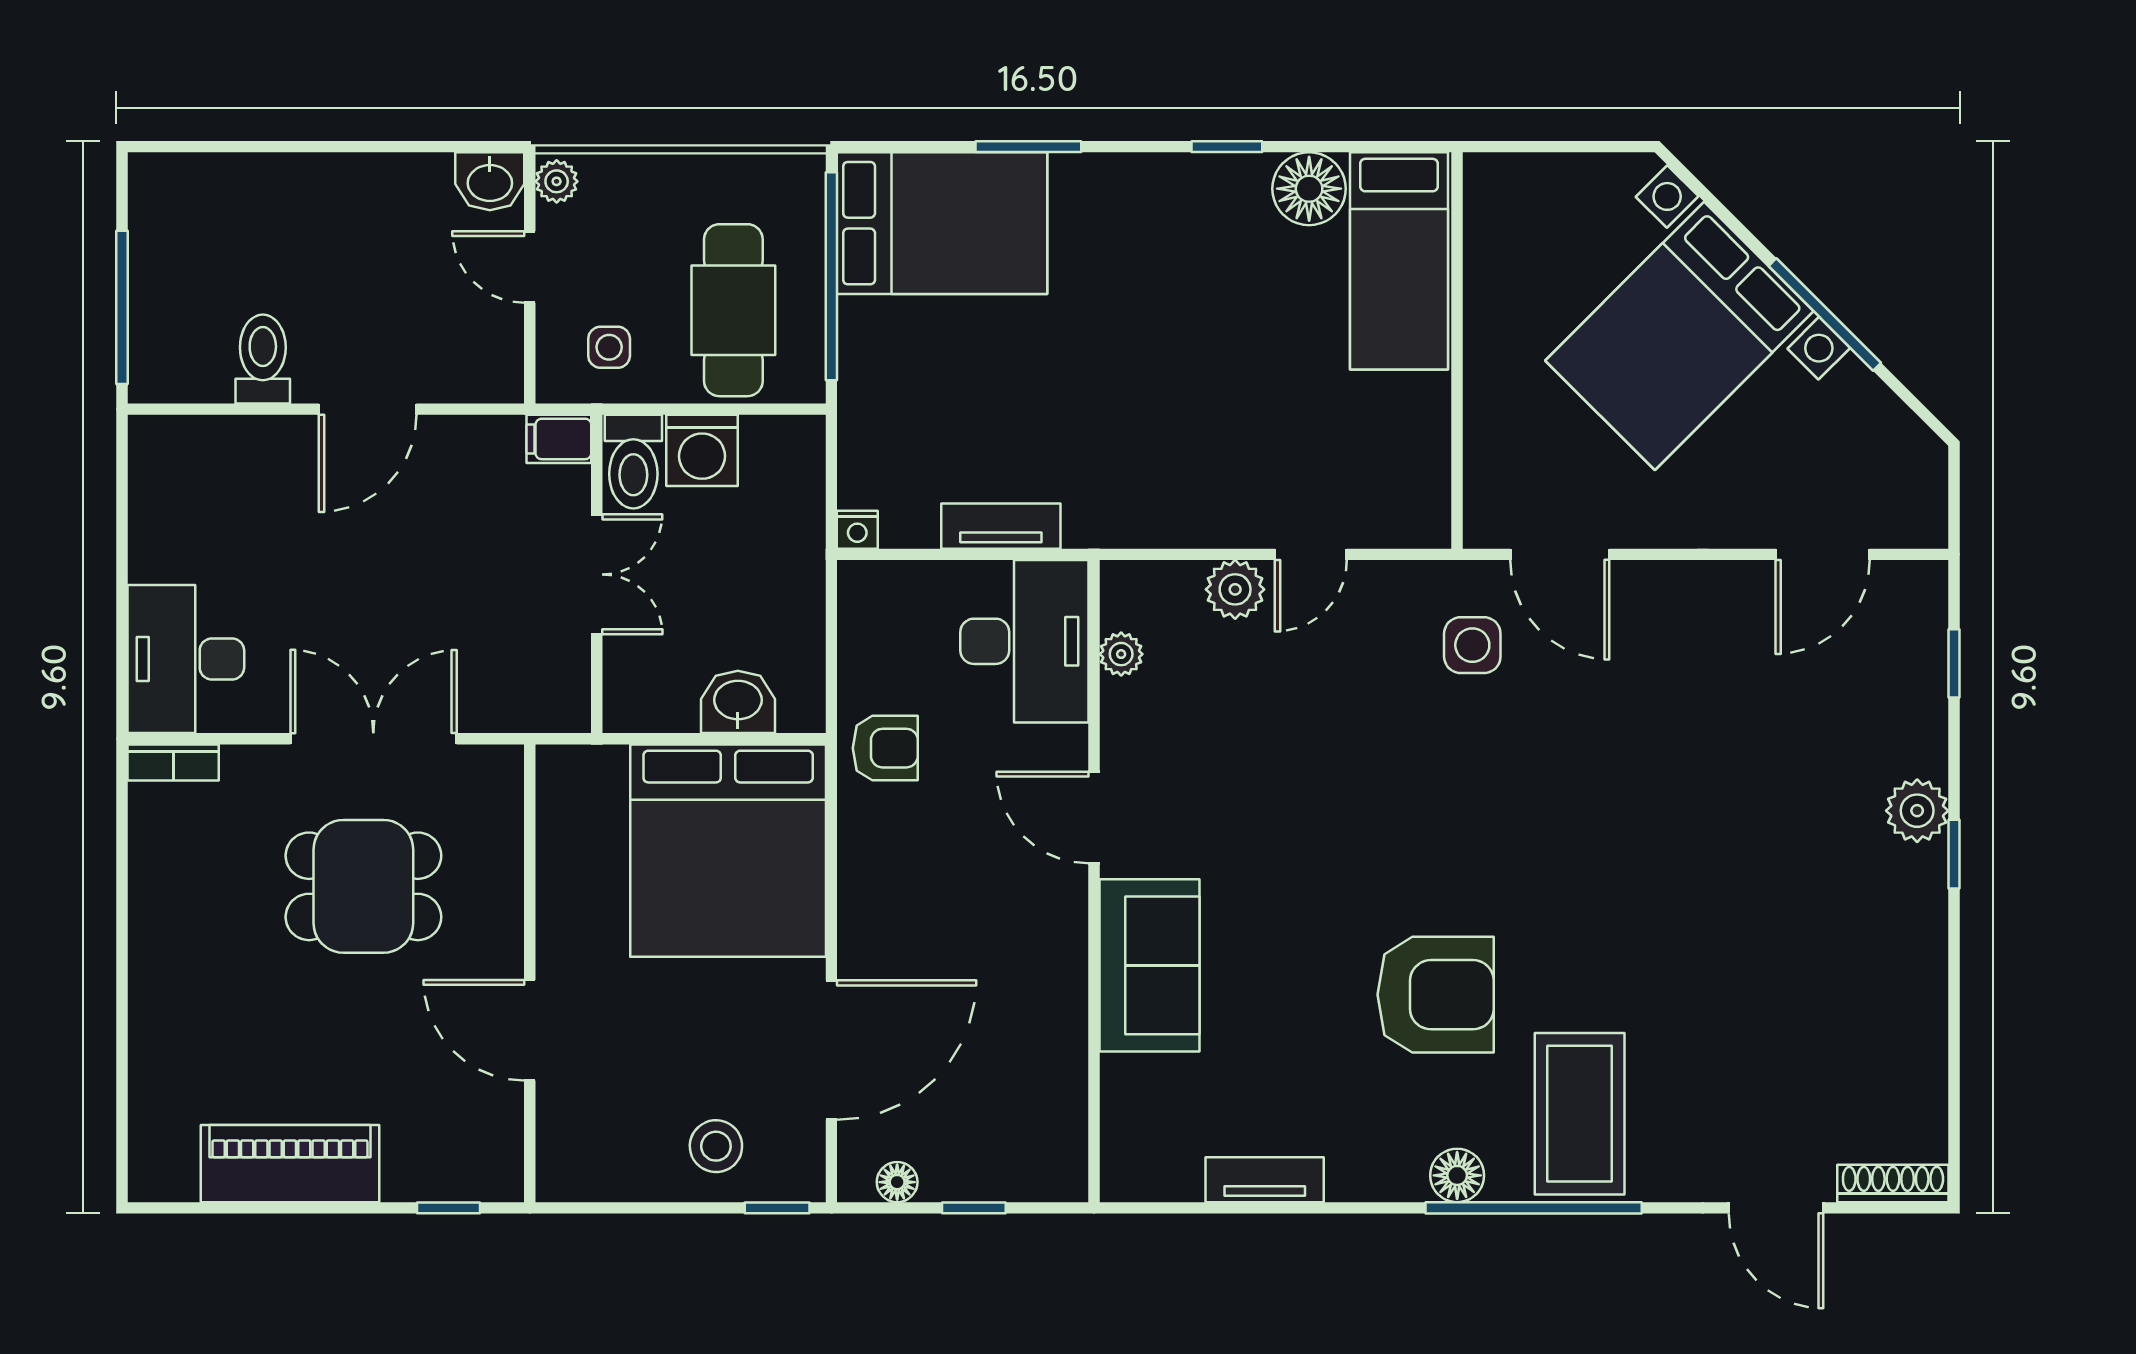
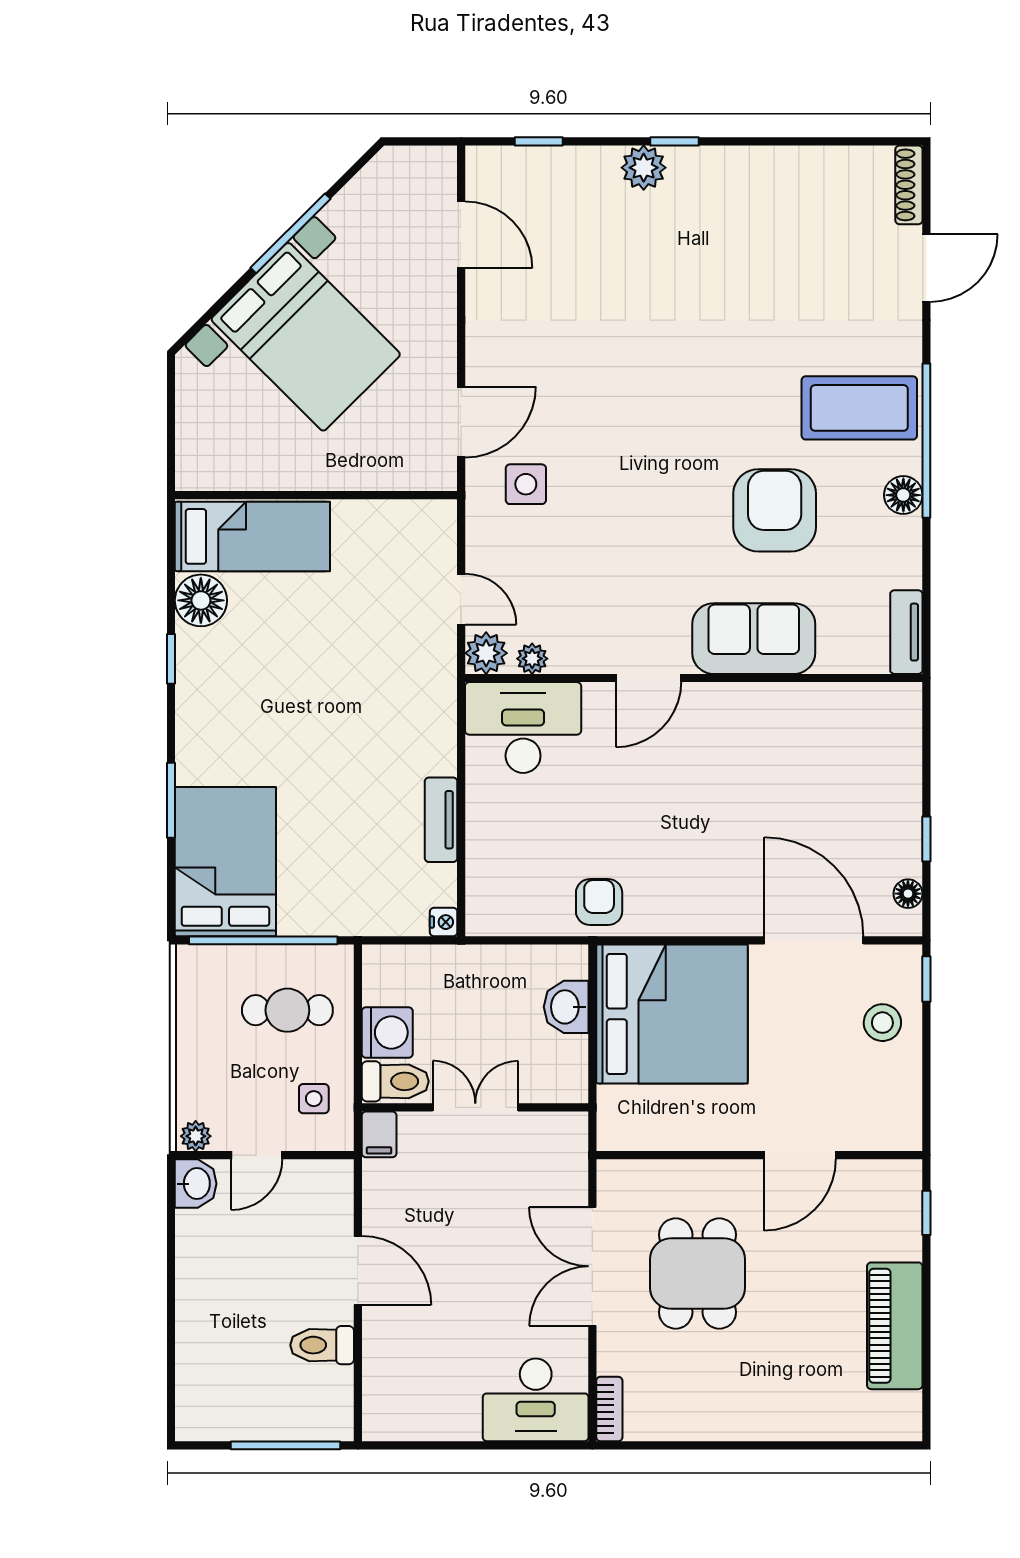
cafe table: (733, 310) -> (287, 1010), width x0.73, depth x0.74
desk: (1024, 641) -> (523, 728), moved
plant: (1121, 654) -> (532, 659), moved
door: (1094, 817) -> (648, 678), moved
wall: (1094, 881) -> (694, 678), moved
sofa: (1149, 965) -> (754, 639), moved

